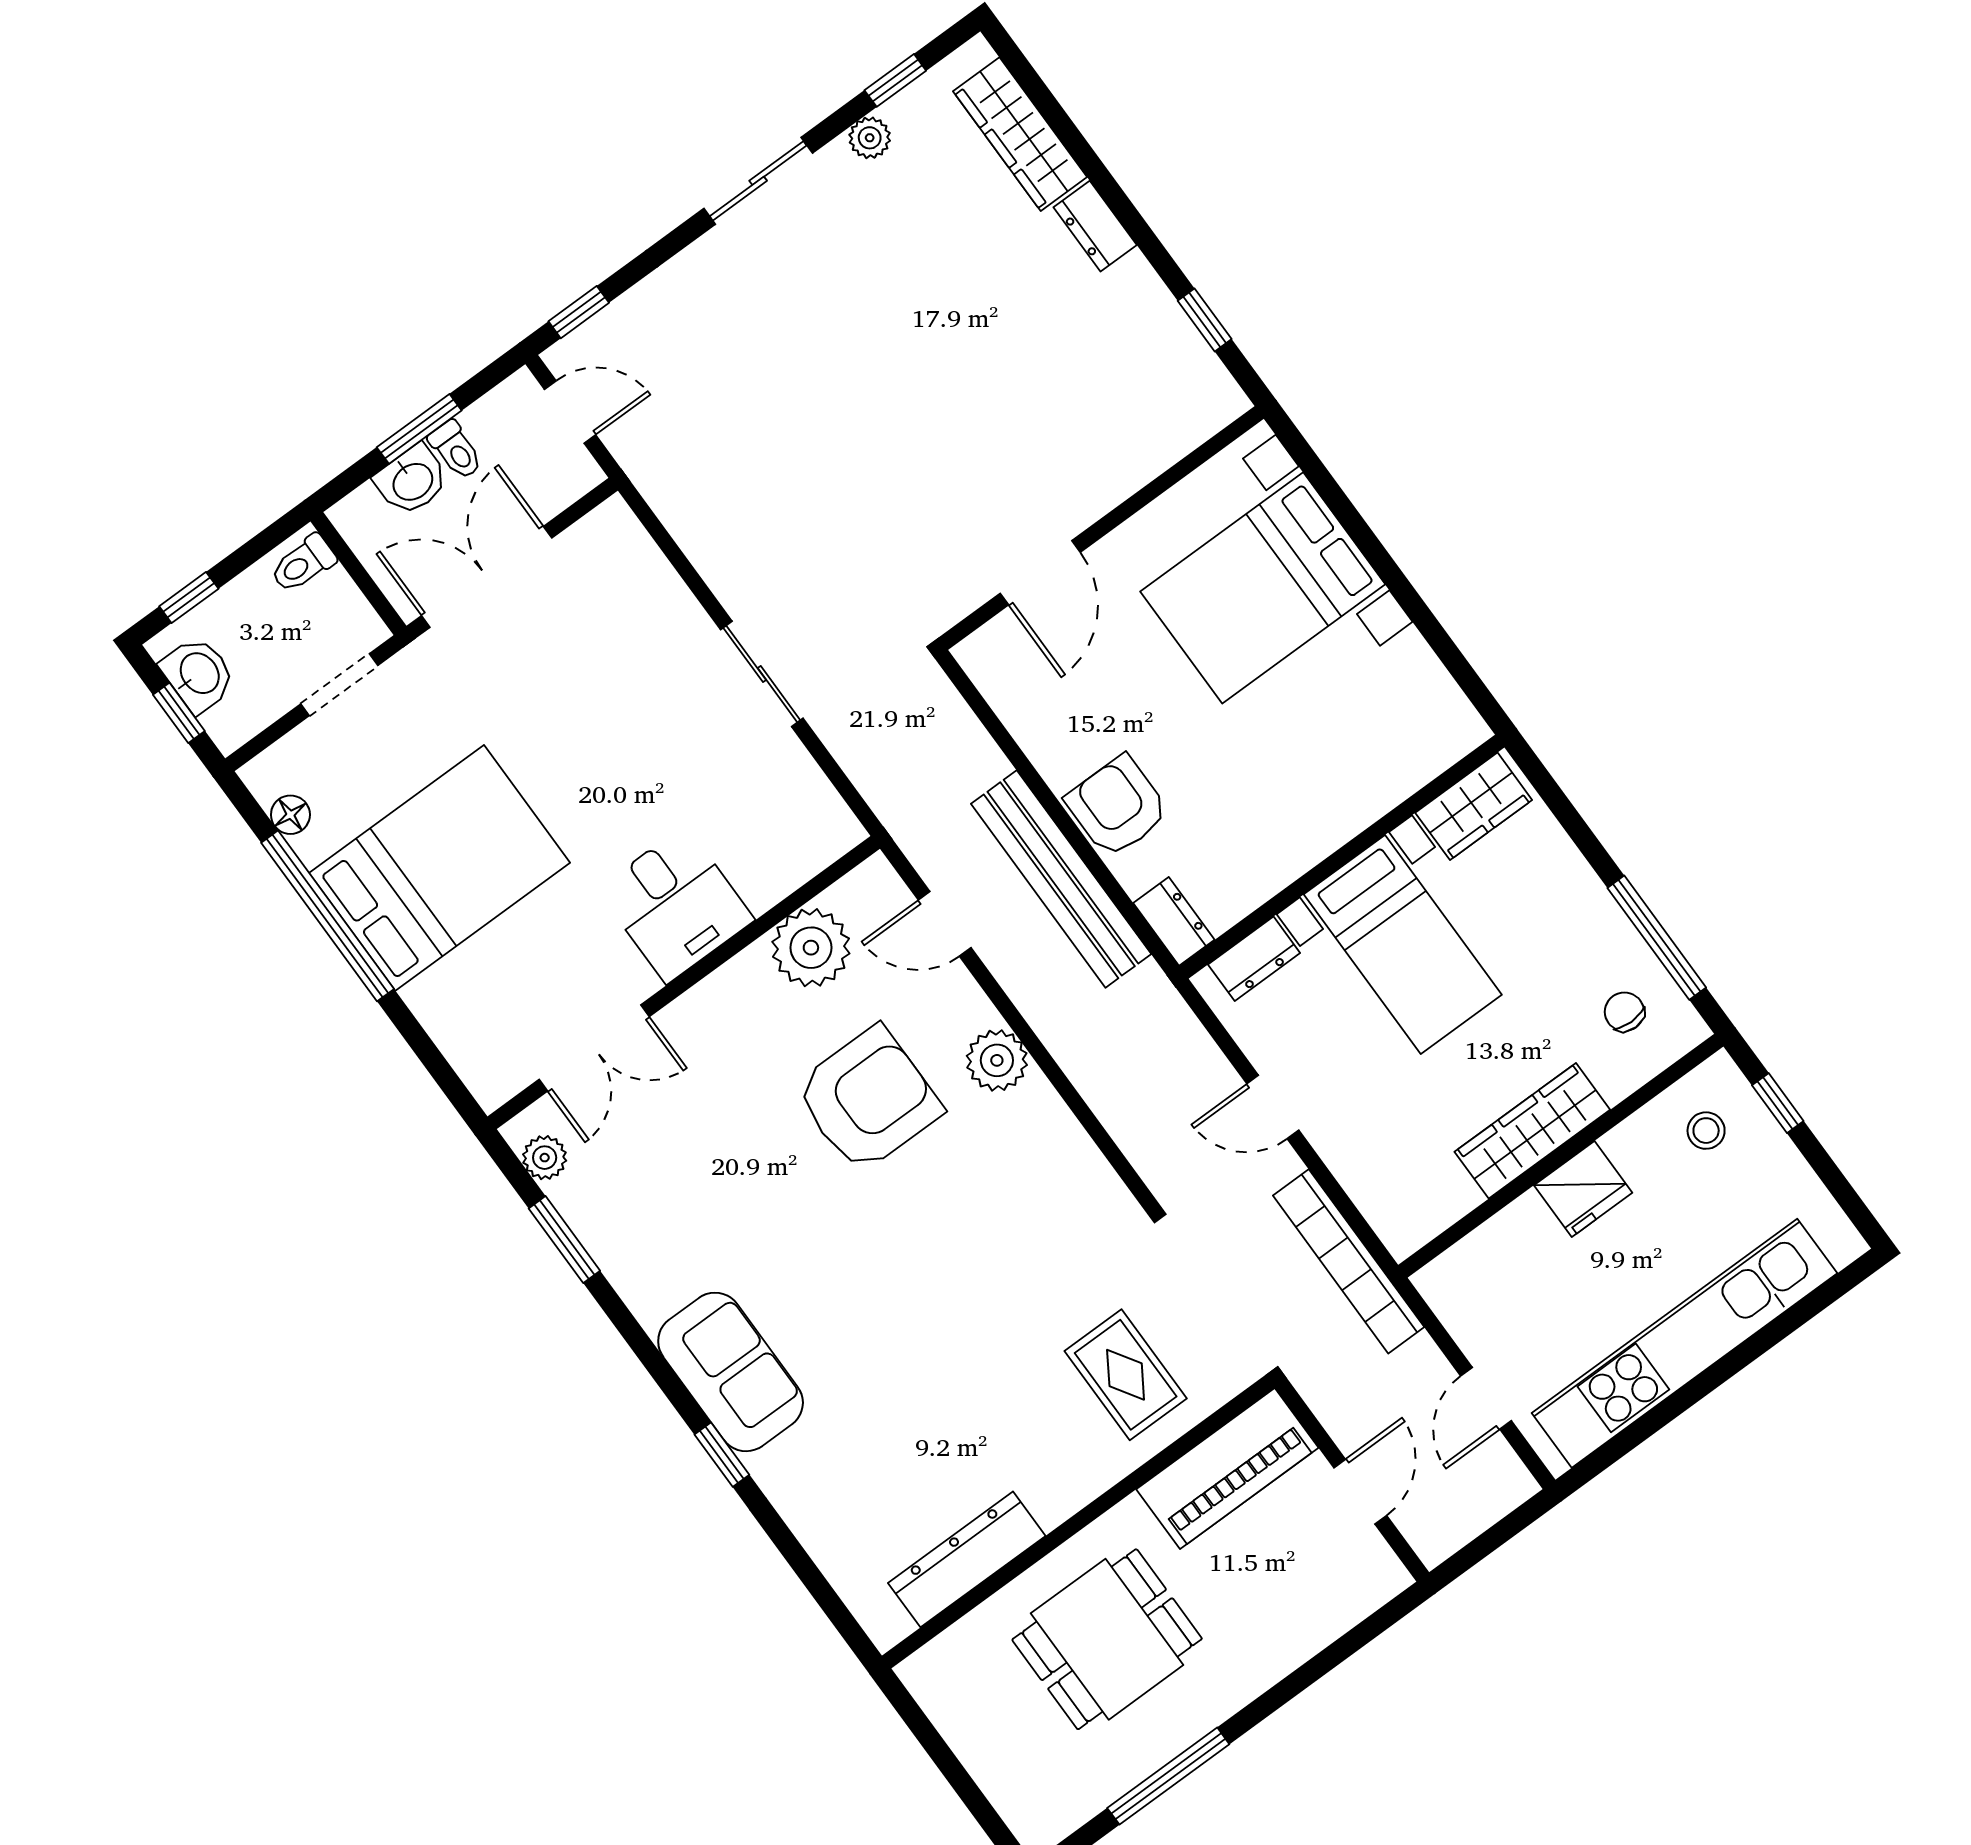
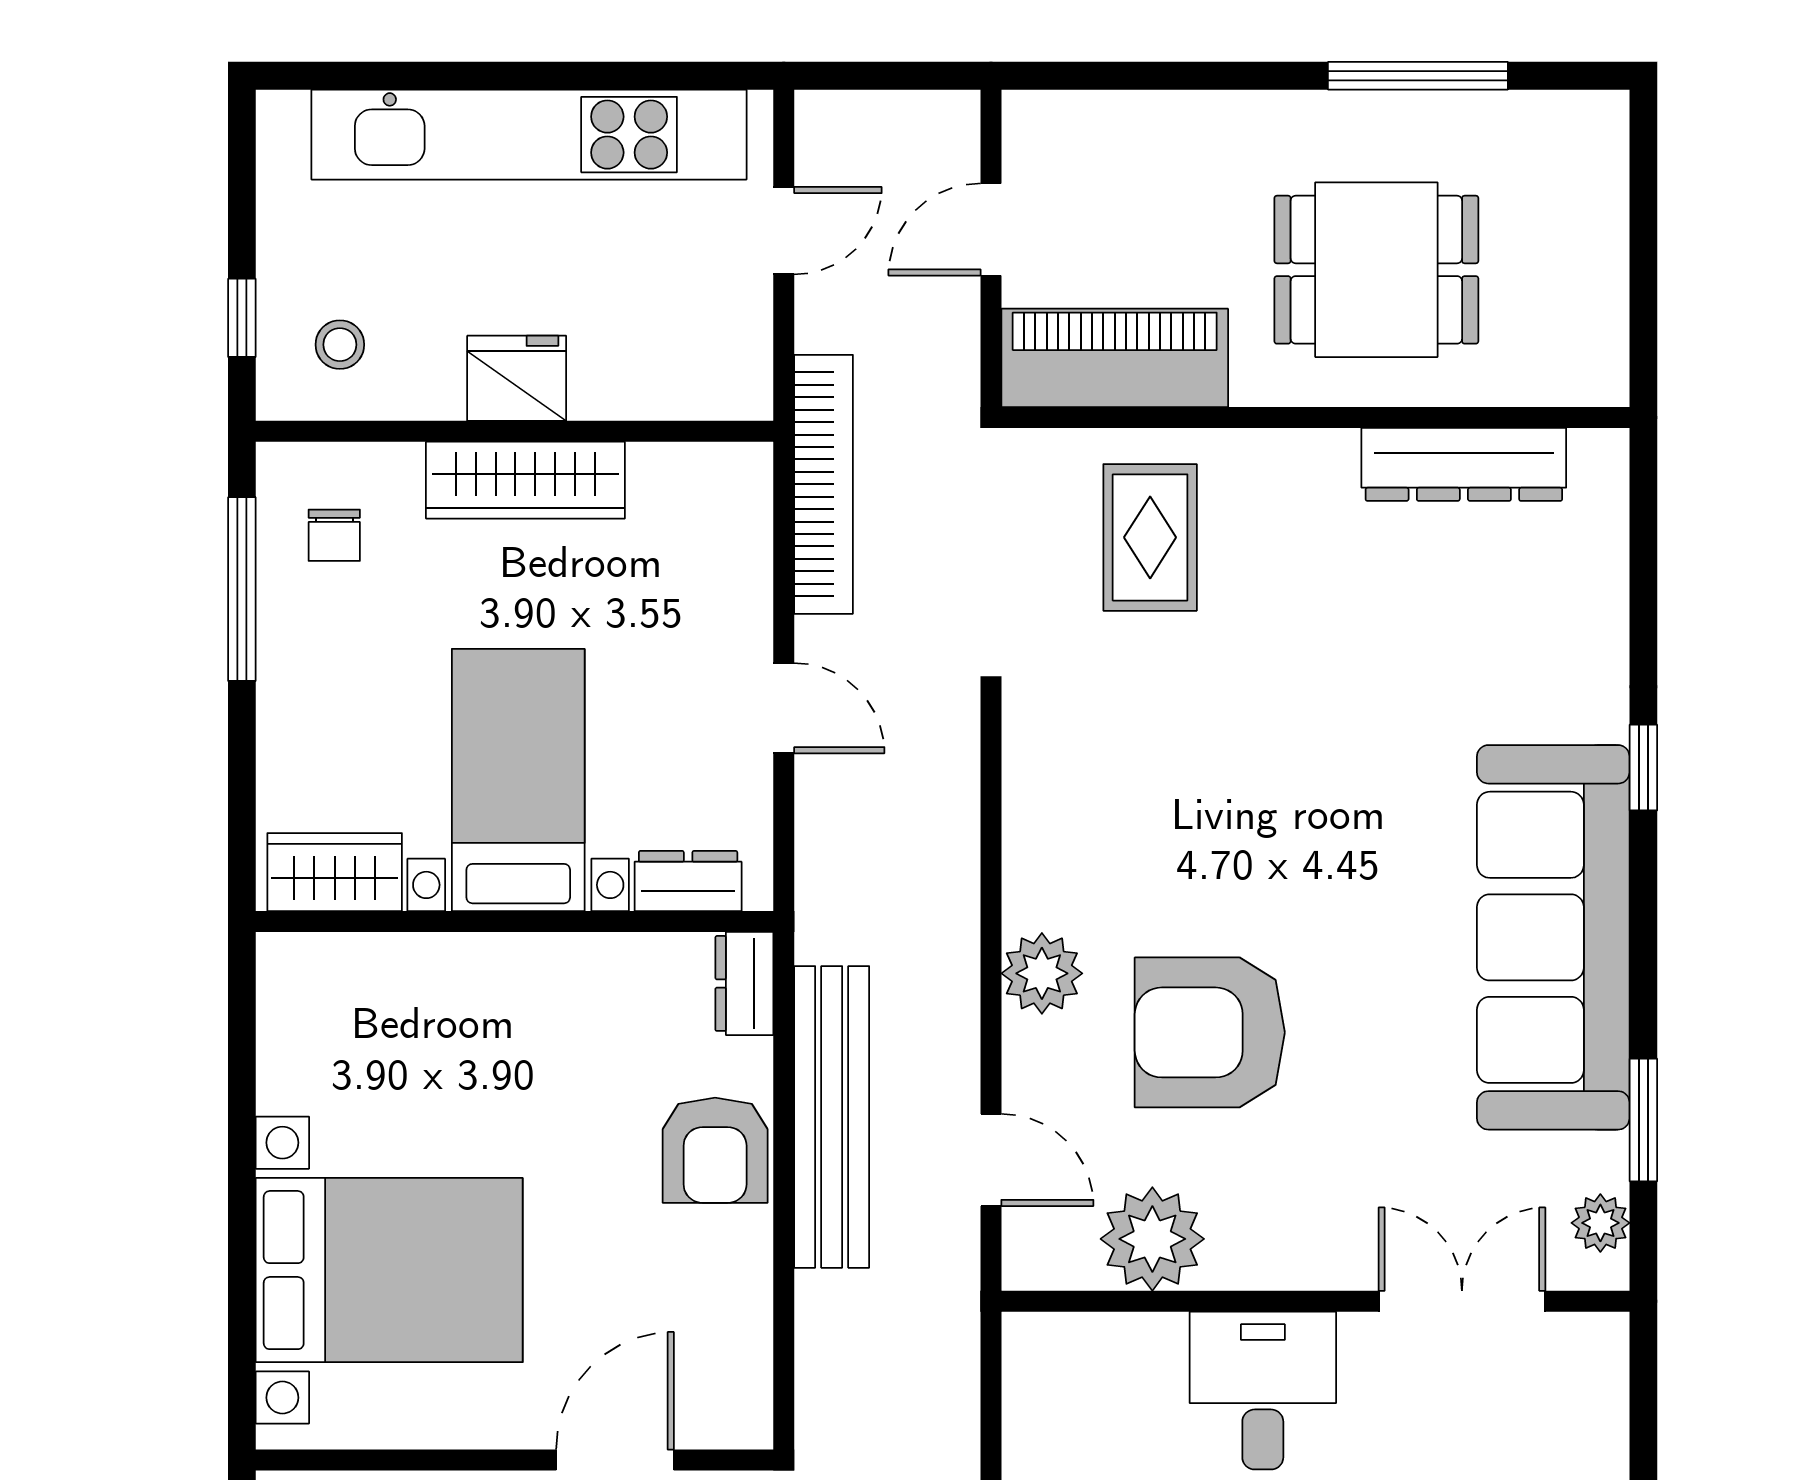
sofa: (731, 1372) -> (1553, 937), width x1.85, depth x1.27

